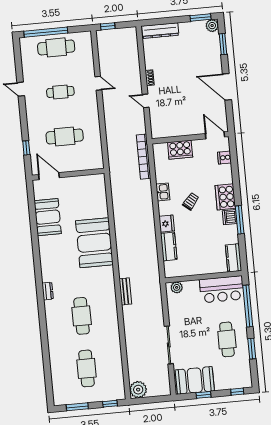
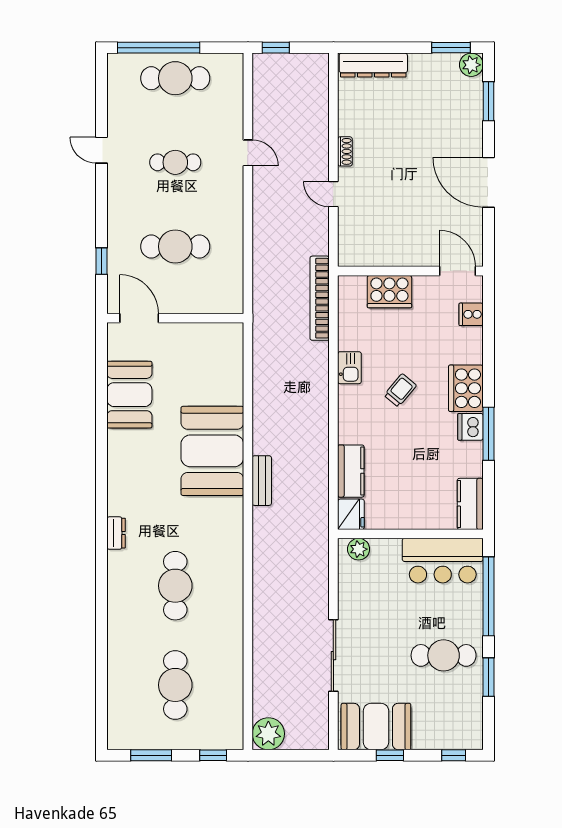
fridge: (167, 224) -> (351, 514), moved
bench: (125, 291) -> (262, 481), moved
cafe table: (227, 339) -> (444, 655), turned 90

